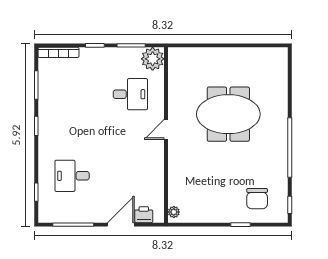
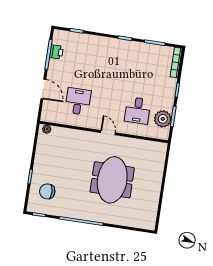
plant: (153, 59) -> (163, 119), moved
desk: (72, 176) -> (78, 101), moved
printer: (144, 215) -> (56, 52), moved

